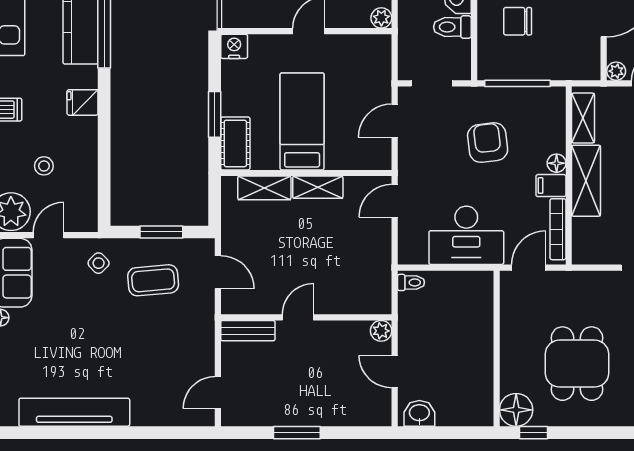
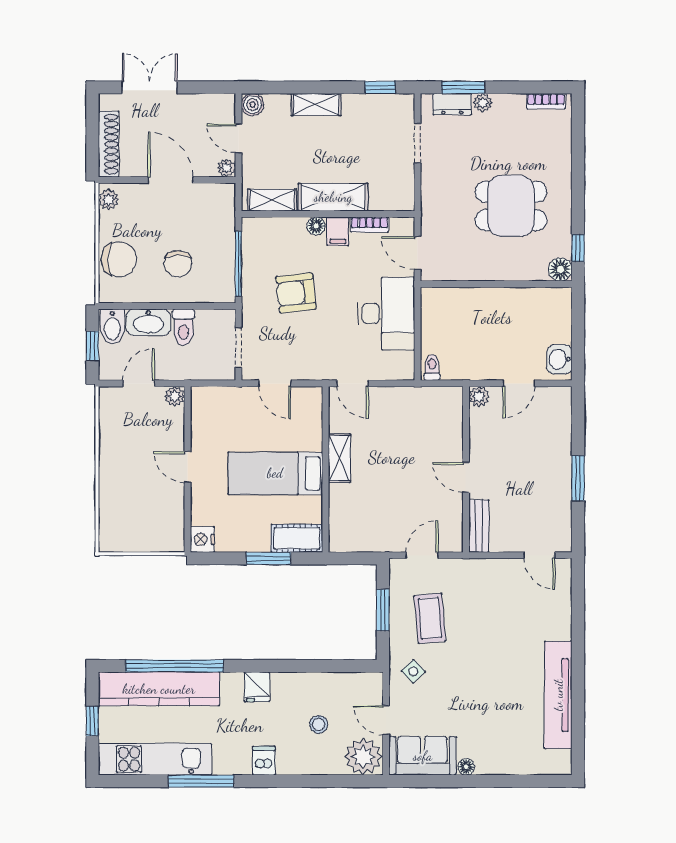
shelving: (264, 188) -> (340, 510), removed
bookcase: (558, 229) -> (370, 224), width x0.64
floor lamp: (516, 410) -> (560, 270), width x0.73, depth x0.73

